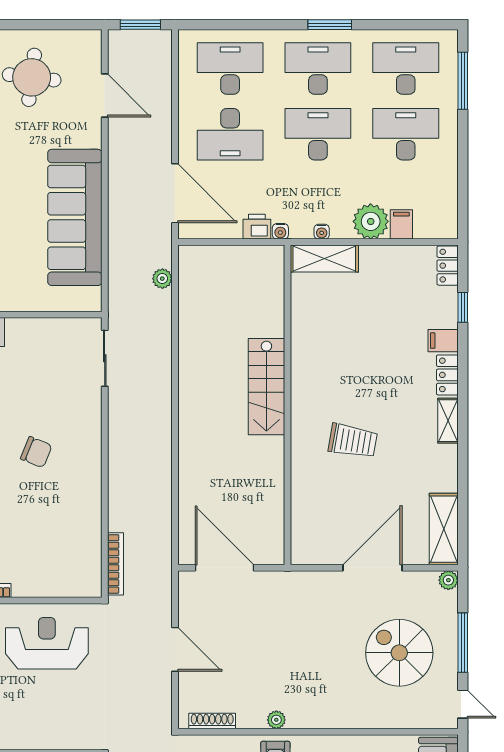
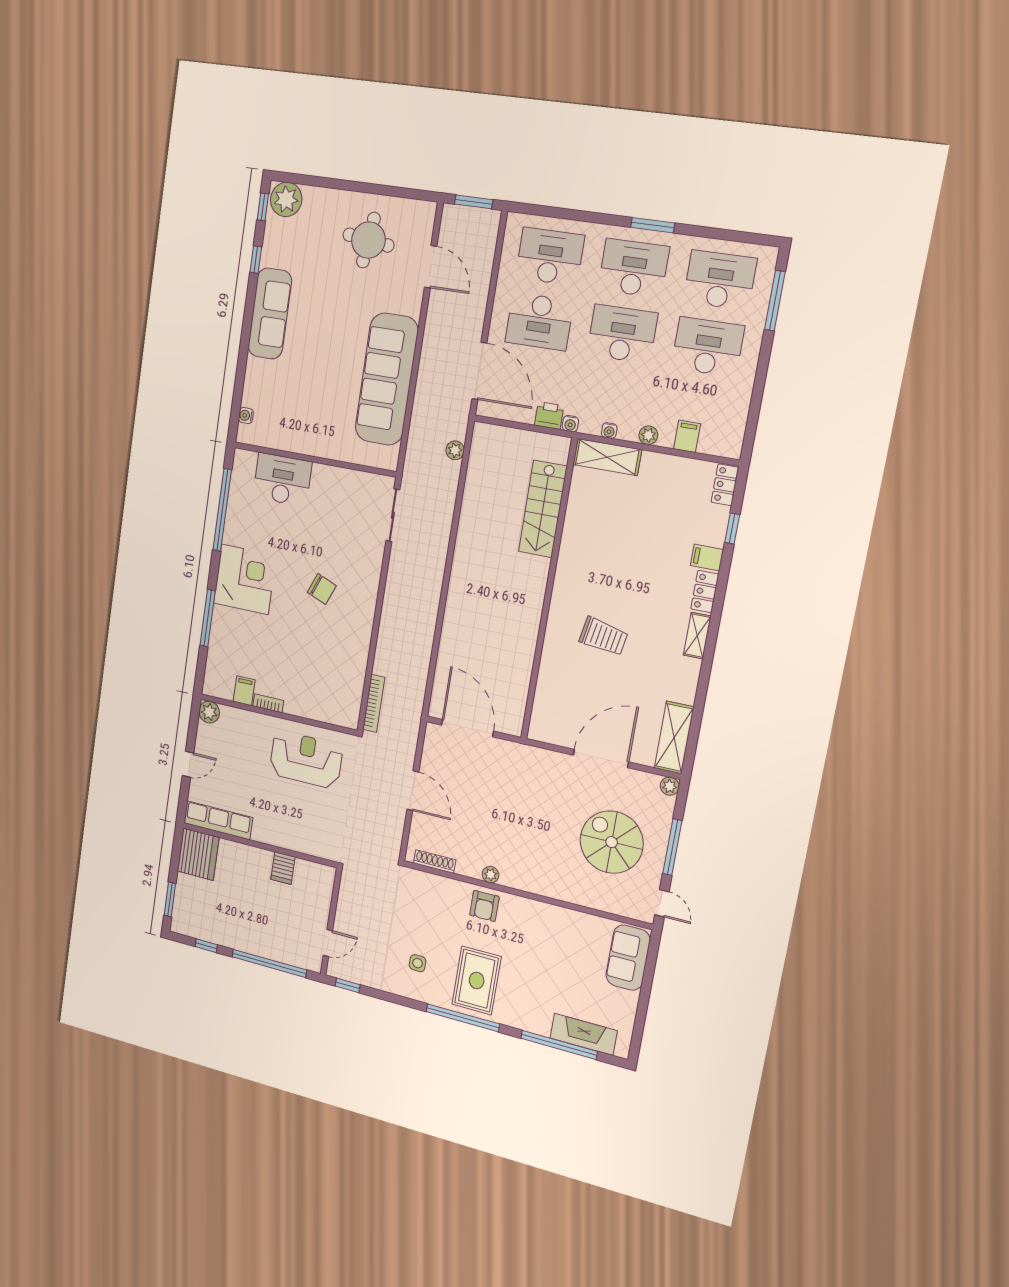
plant: (371, 221) -> (648, 435), width x0.53, depth x0.53
stairs: (266, 387) -> (543, 509), moved

